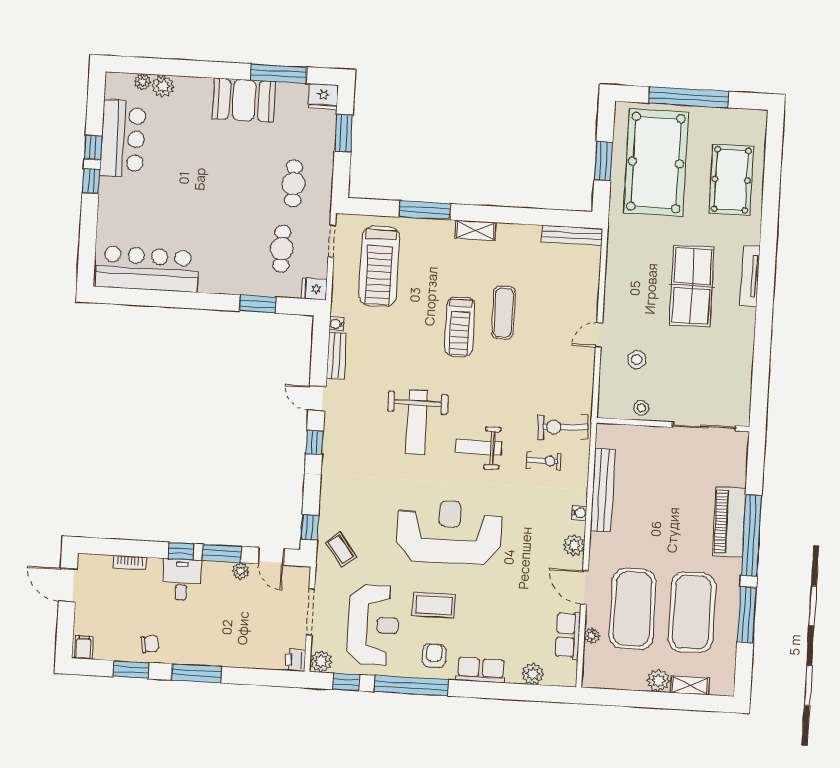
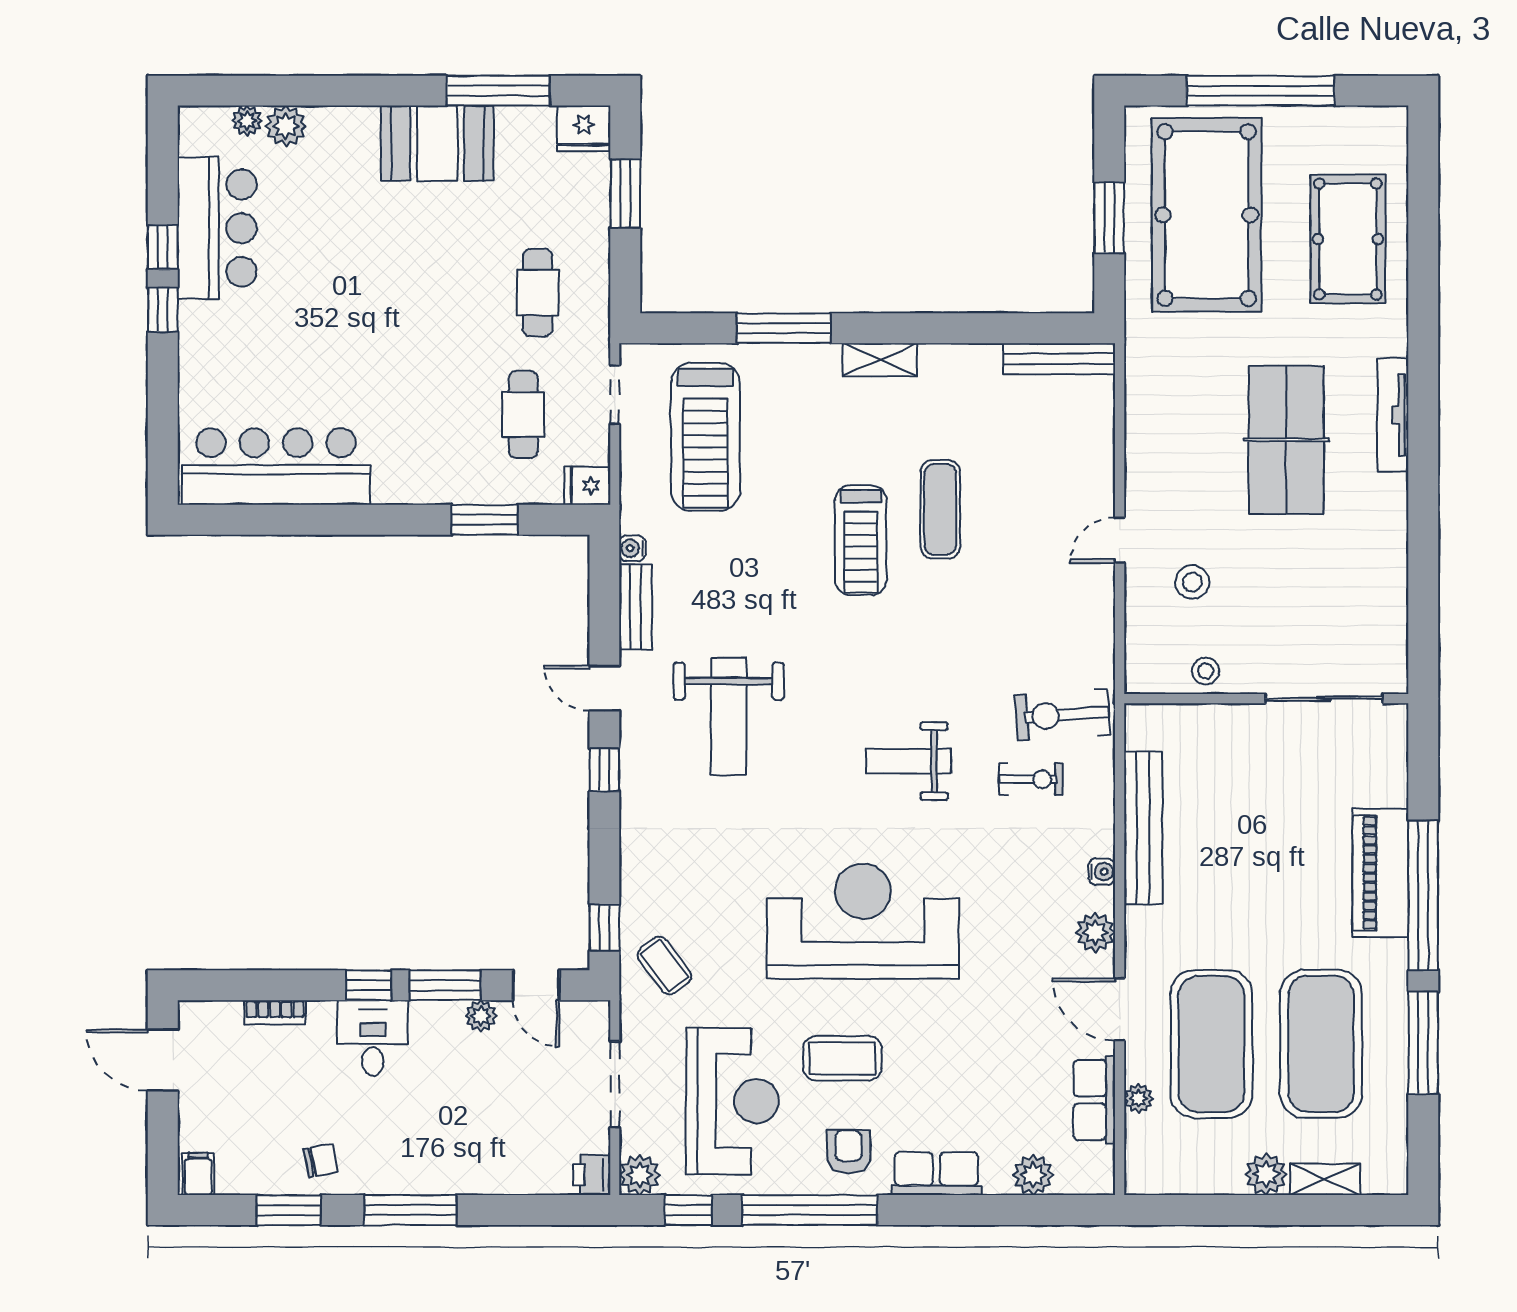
weight bench: (417, 422) -> (729, 716), moved

